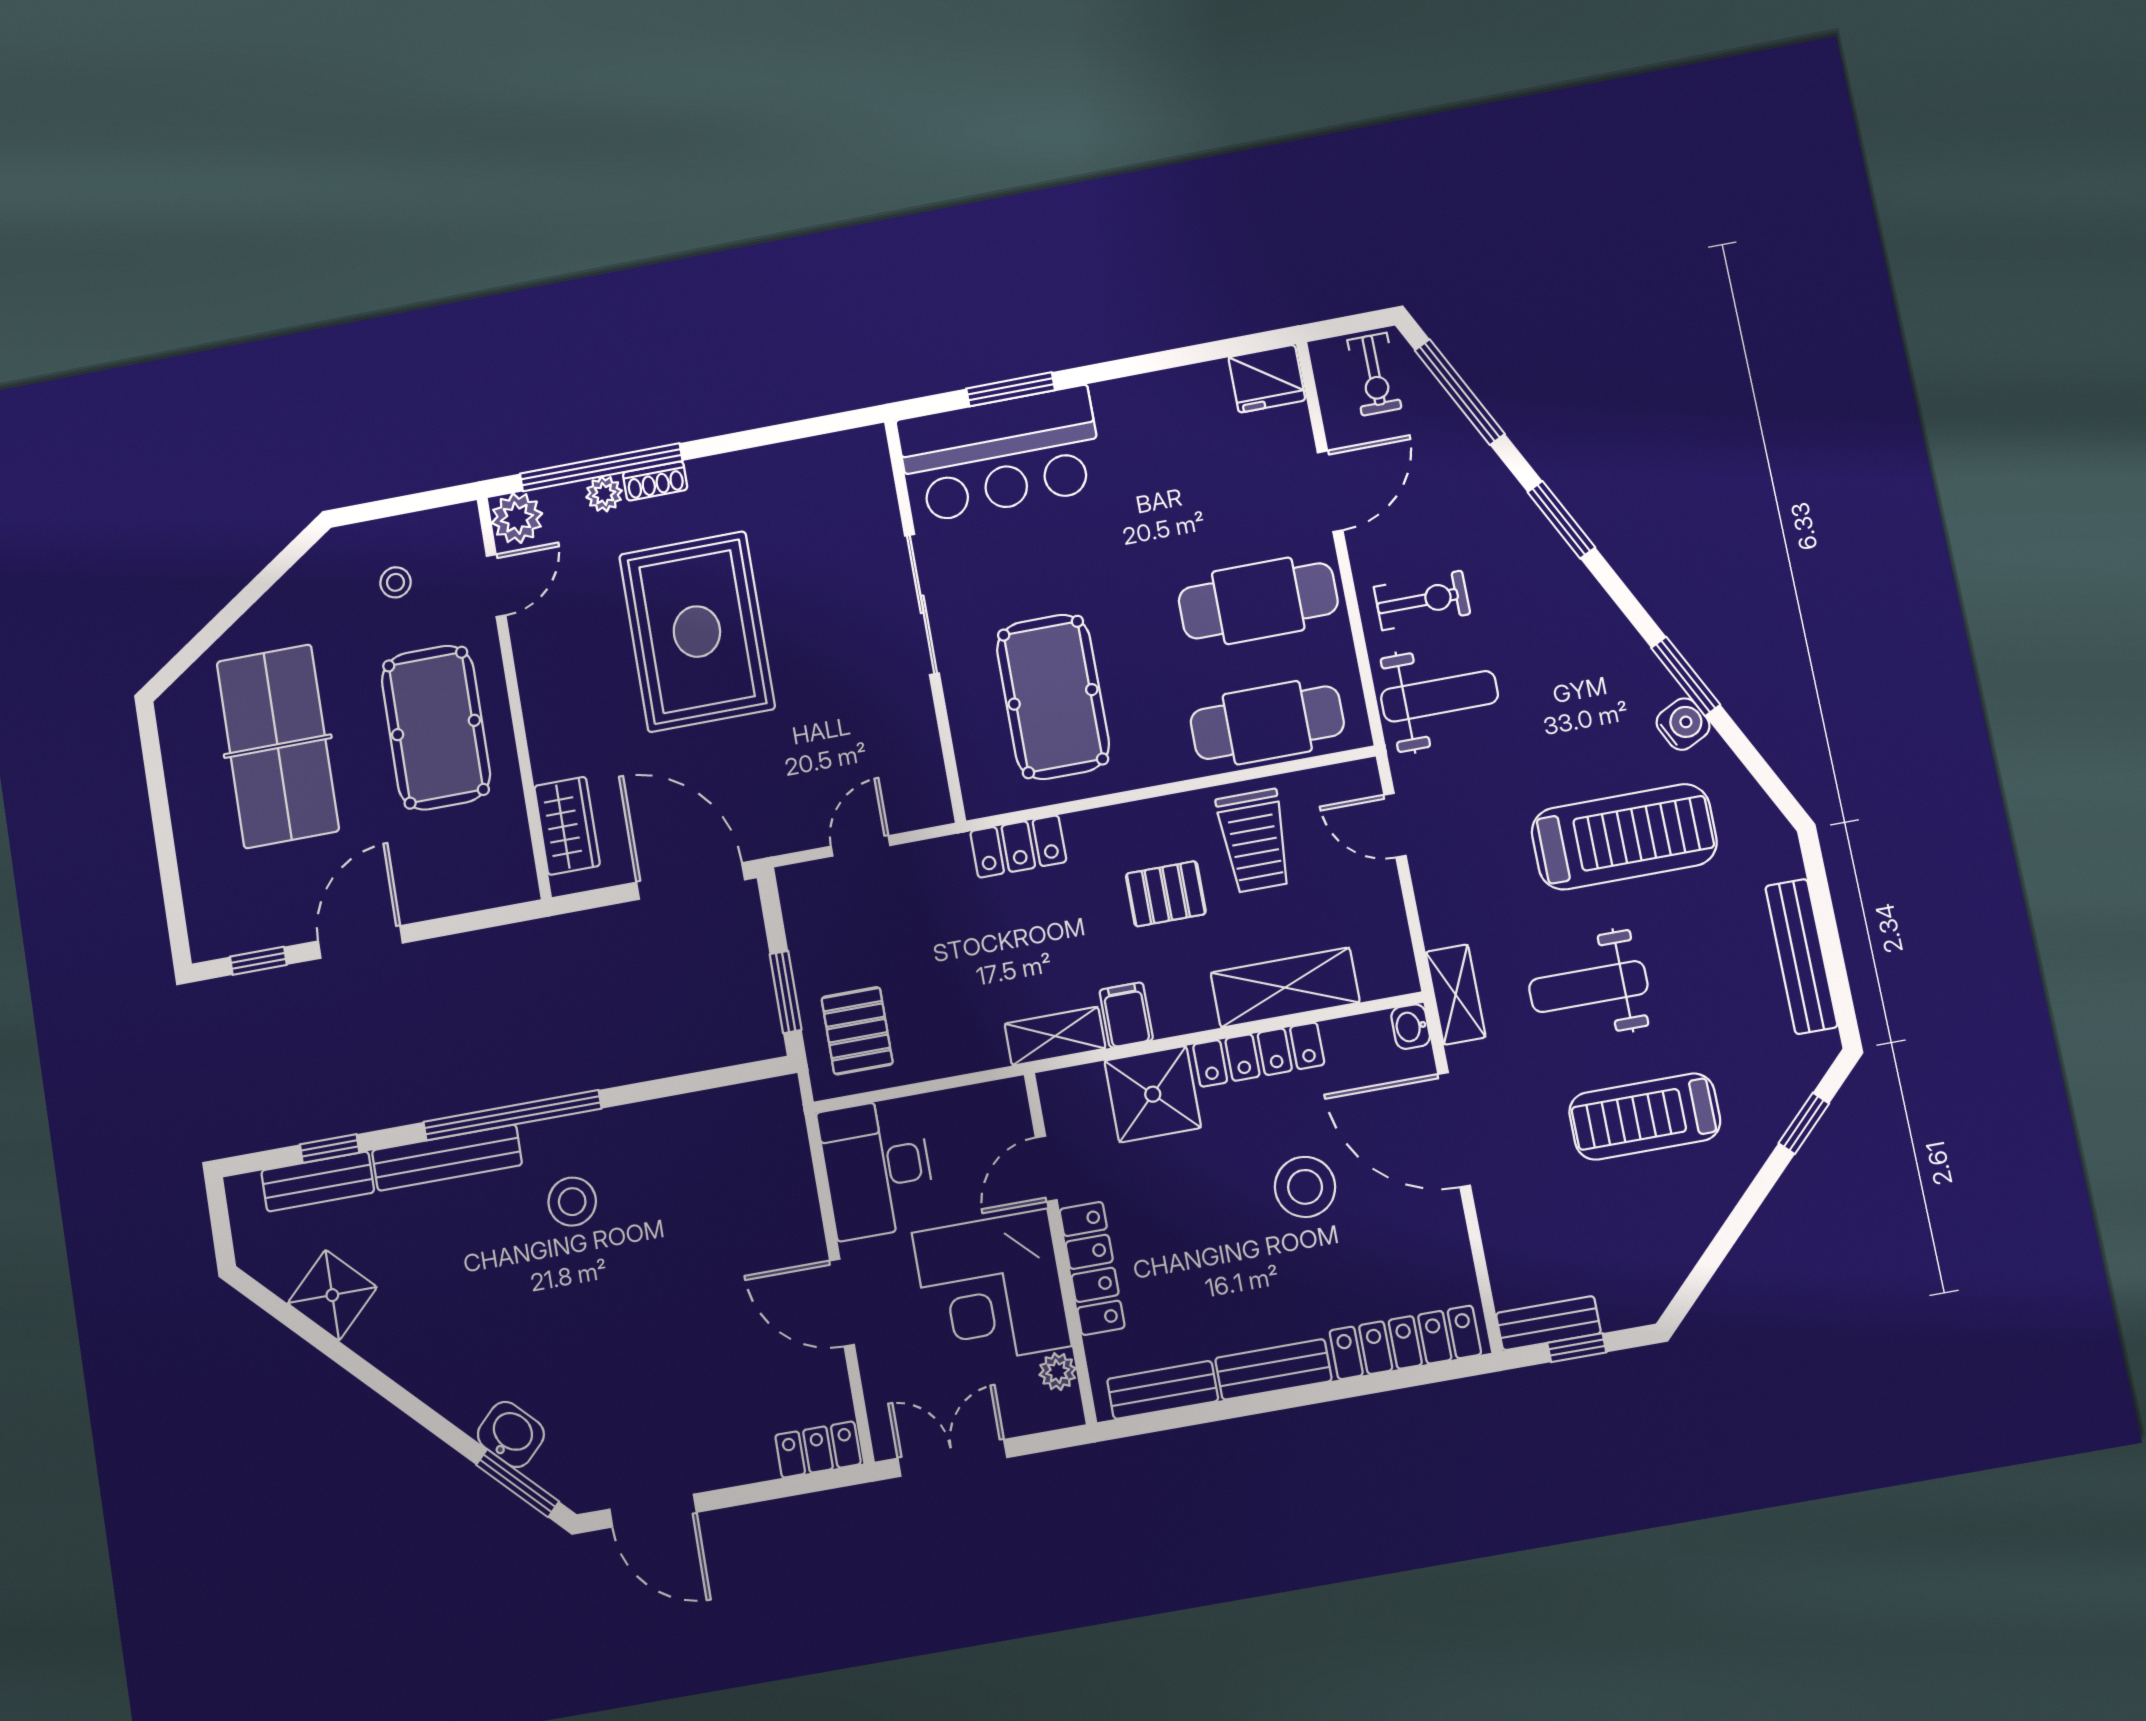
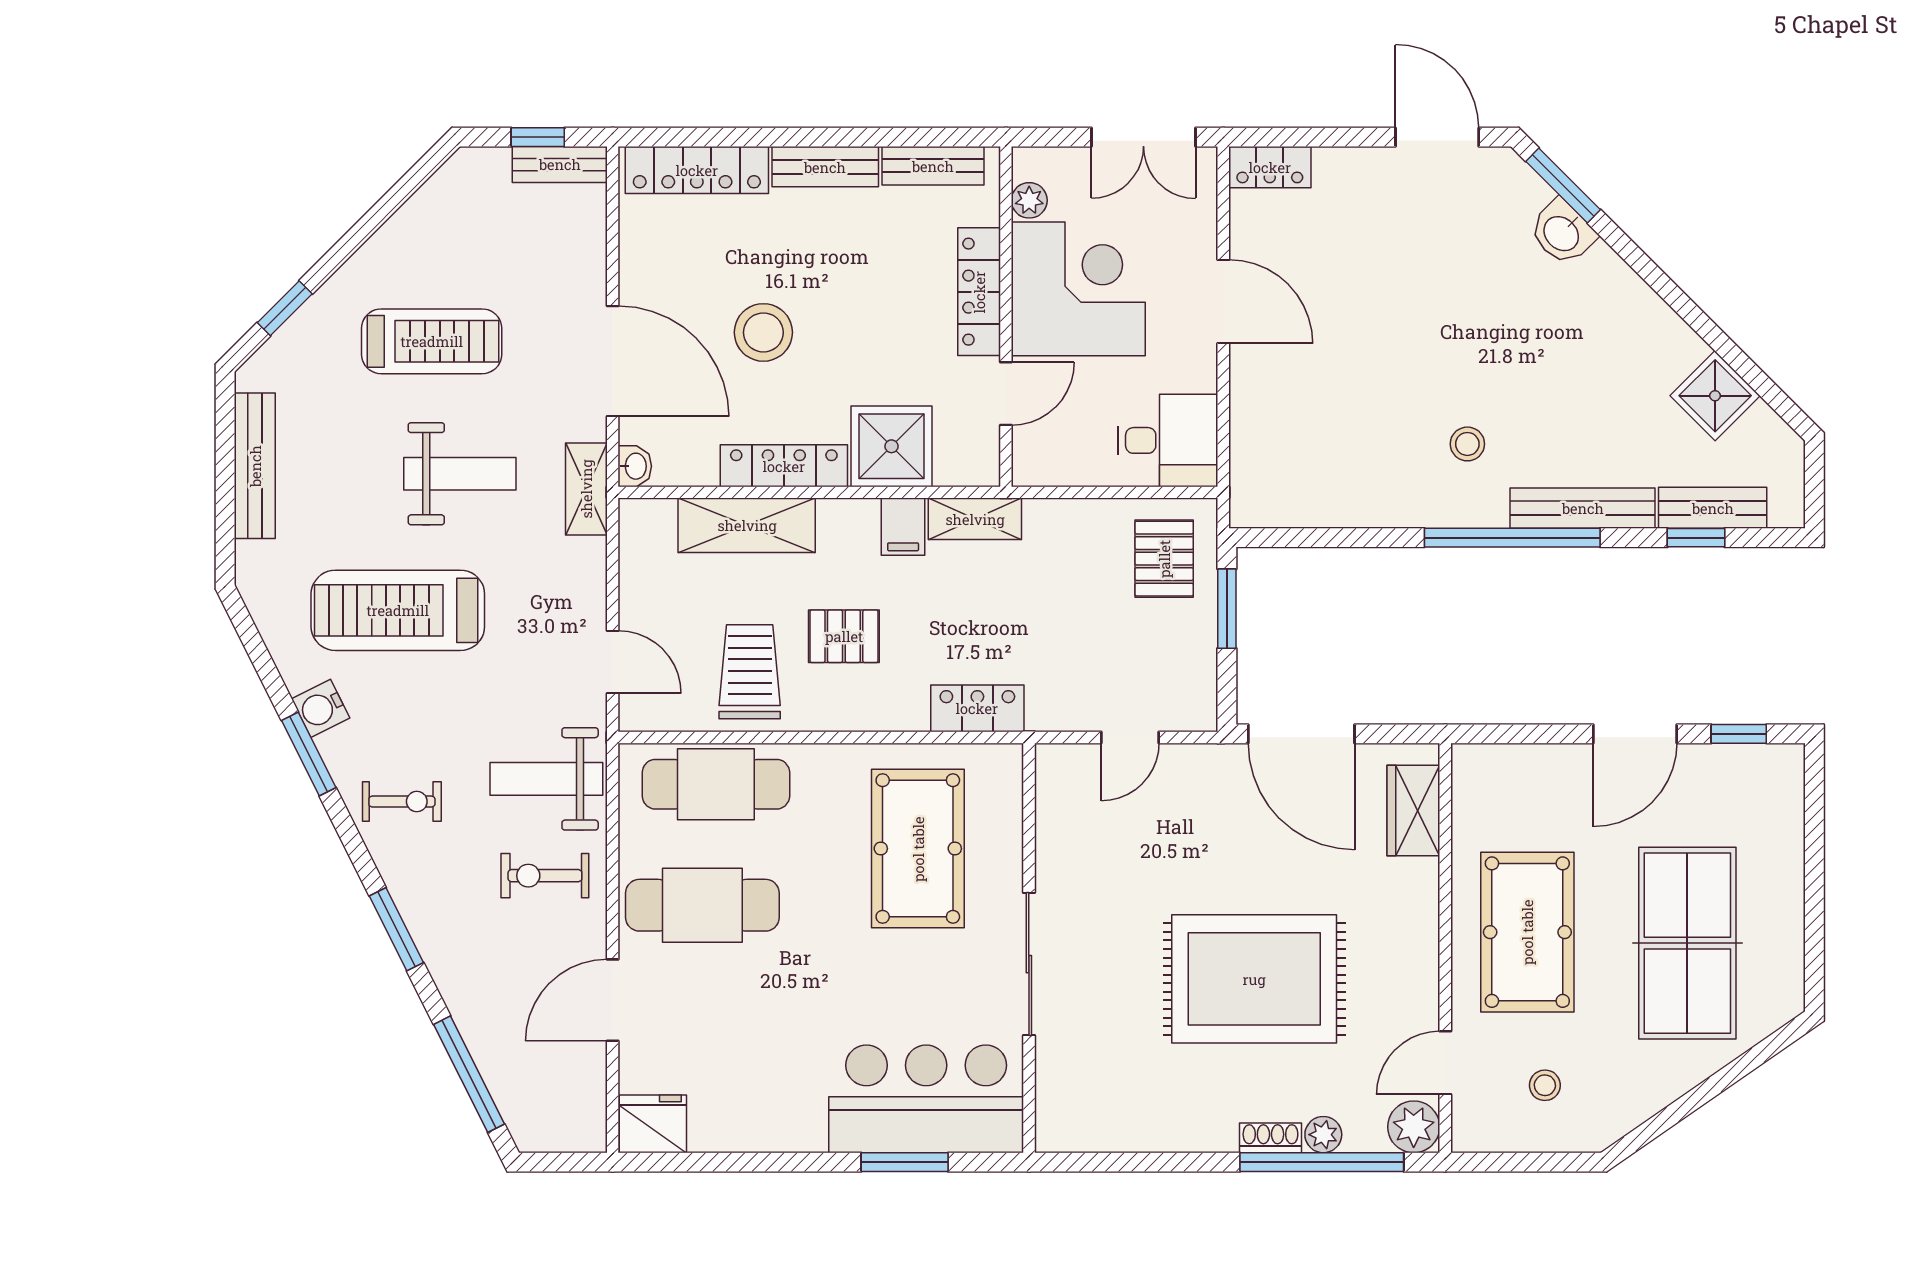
exercise bike: (1374, 374) -> (402, 802), moved, turned 90
rug: (697, 632) -> (1254, 979), turned 90
desk: (877, 1168) -> (1168, 440), width x0.73
stool: (572, 1202) -> (1467, 444), width x0.73, depth x0.73

